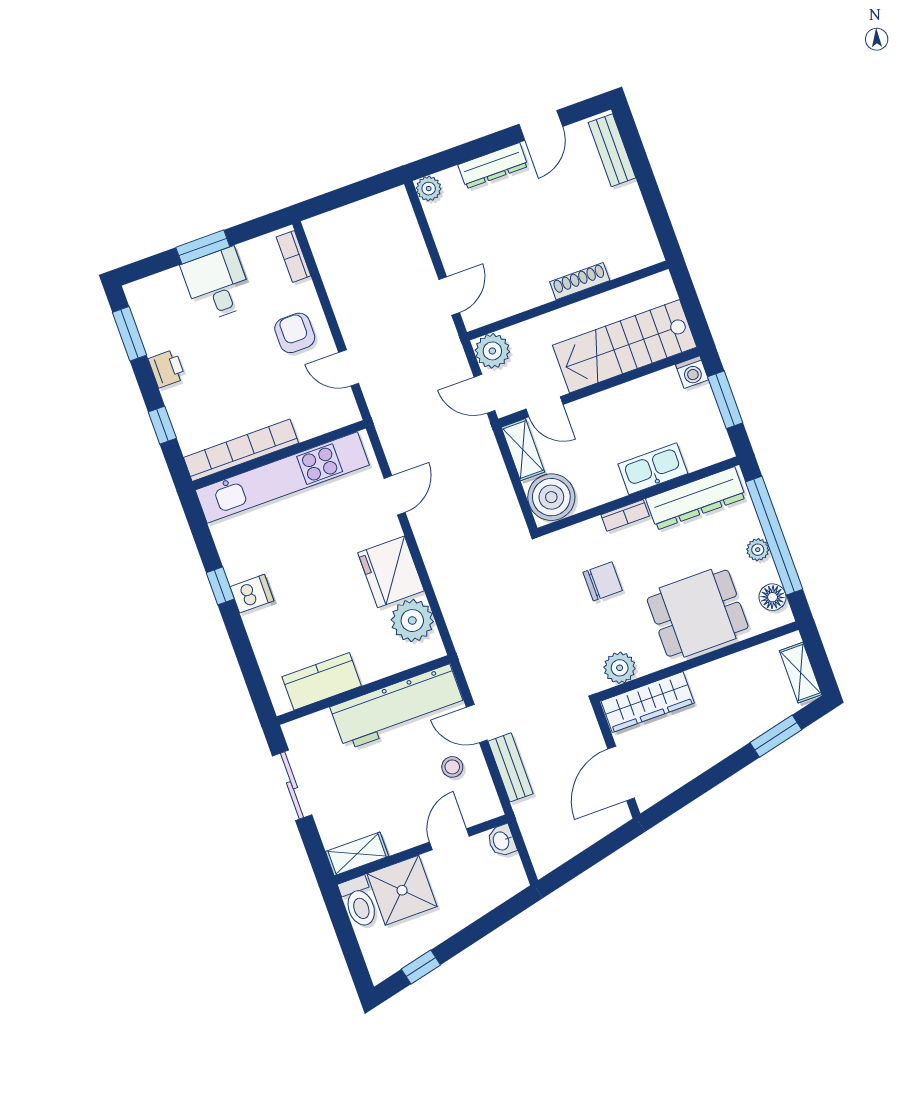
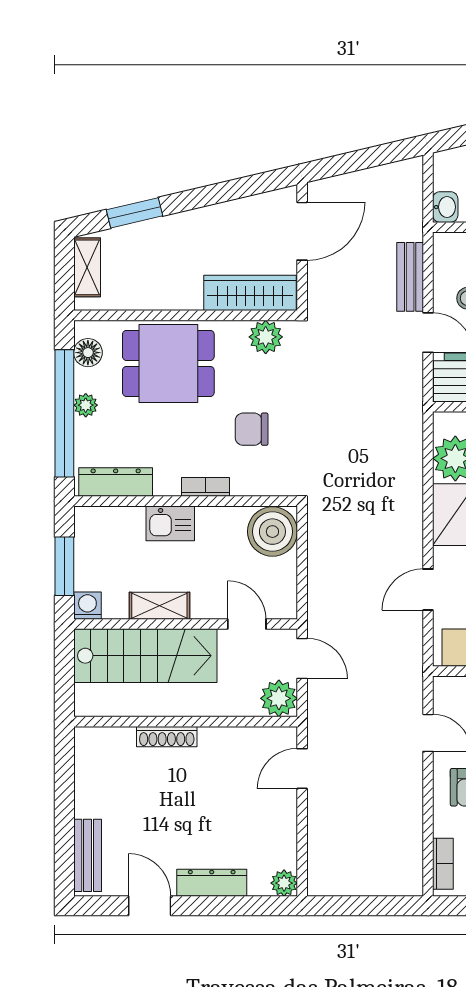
door: (541, 125) -> (150, 906), hinge flipped
shelving: (523, 450) -> (159, 606), moved, turned 90
kitchen sink: (653, 469) -> (170, 523), width x0.73
dresser: (696, 498) -> (116, 482), width x0.73, depth x0.80

